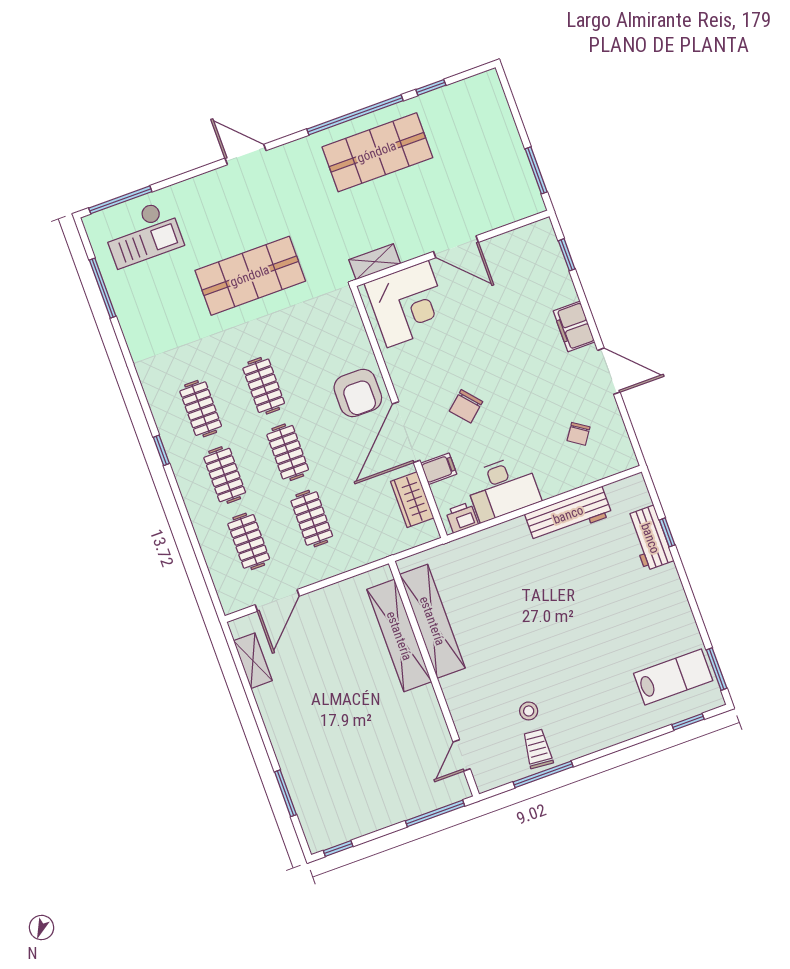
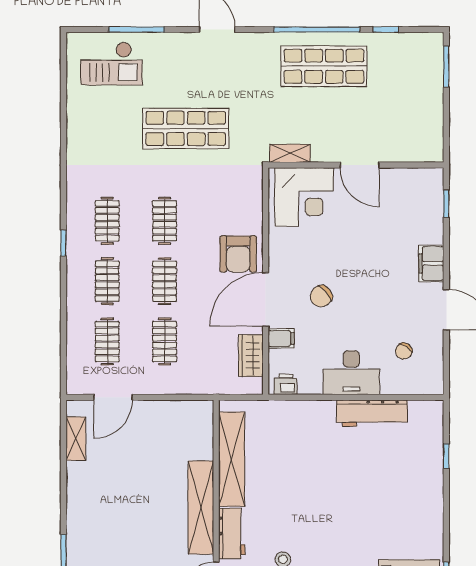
window: (536, 170) -> (446, 67), moved
window: (120, 200) -> (137, 30), moved
window: (103, 288) -> (63, 95), removed
desk: (503, 488) -> (351, 373), moved
workbench: (650, 538) -> (232, 534), moved, turned 180
shelving: (399, 636) -> (201, 507), moved

